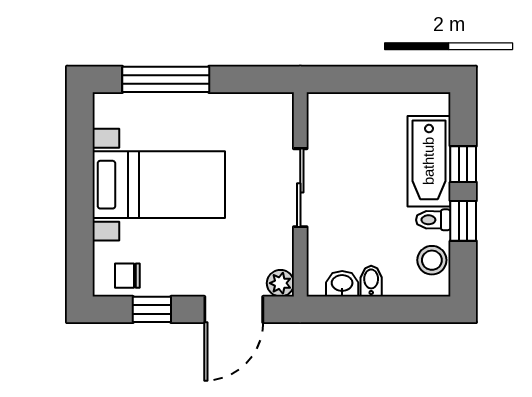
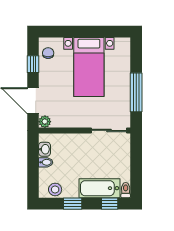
window: (166, 79) -> (136, 92), moved
window: (463, 164) -> (110, 204), moved
sliding door: (300, 188) -> (109, 130), moved
toilet: (433, 220) -> (126, 190), moved

